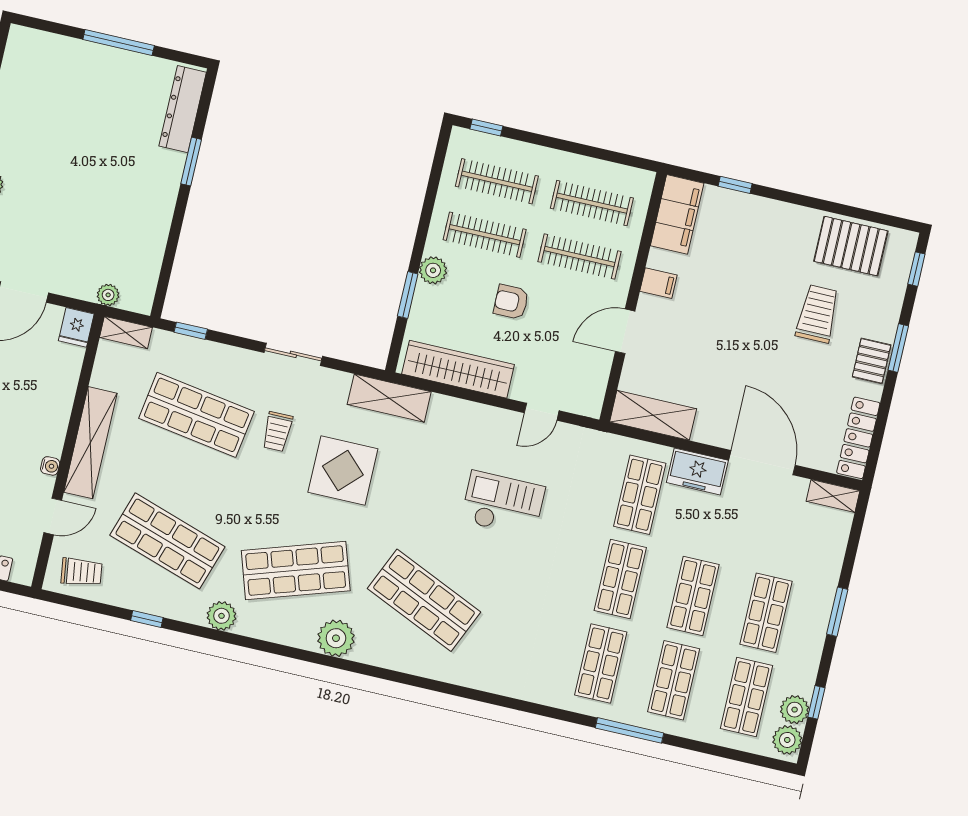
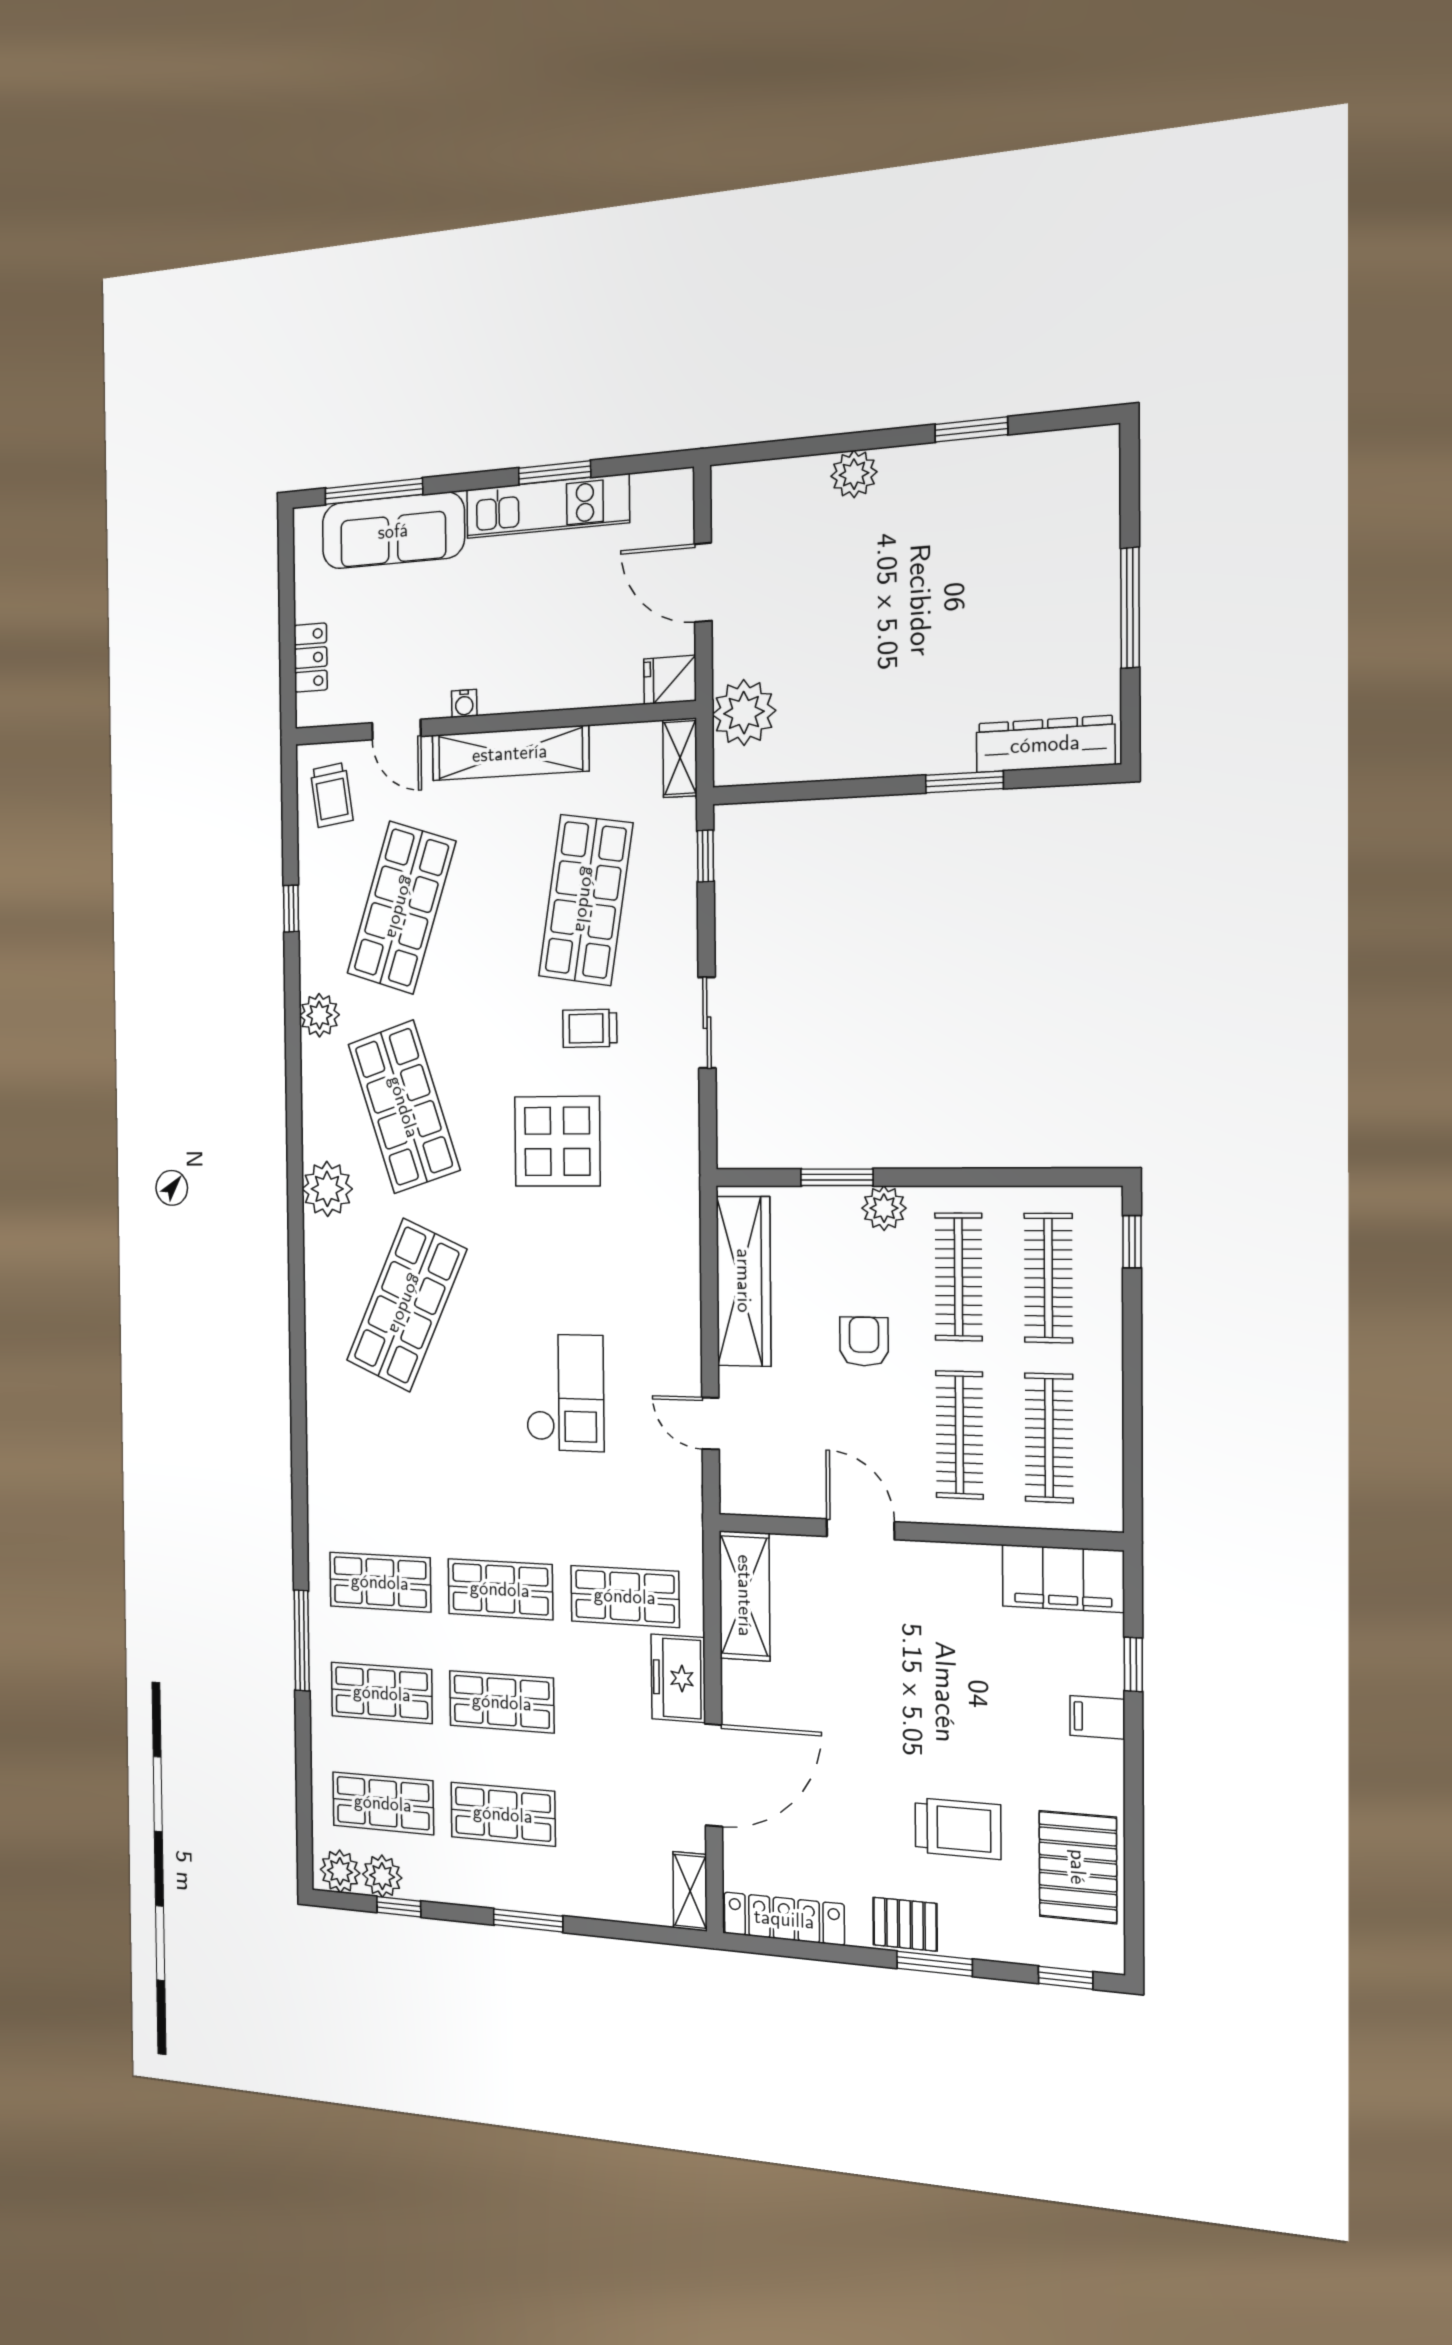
filing cabinet: (658, 283) -> (1097, 1717), moved, turned 90
plant: (108, 295) -> (744, 713), width x1.87, depth x1.87
shelving: (389, 398) -> (677, 1186), removed

